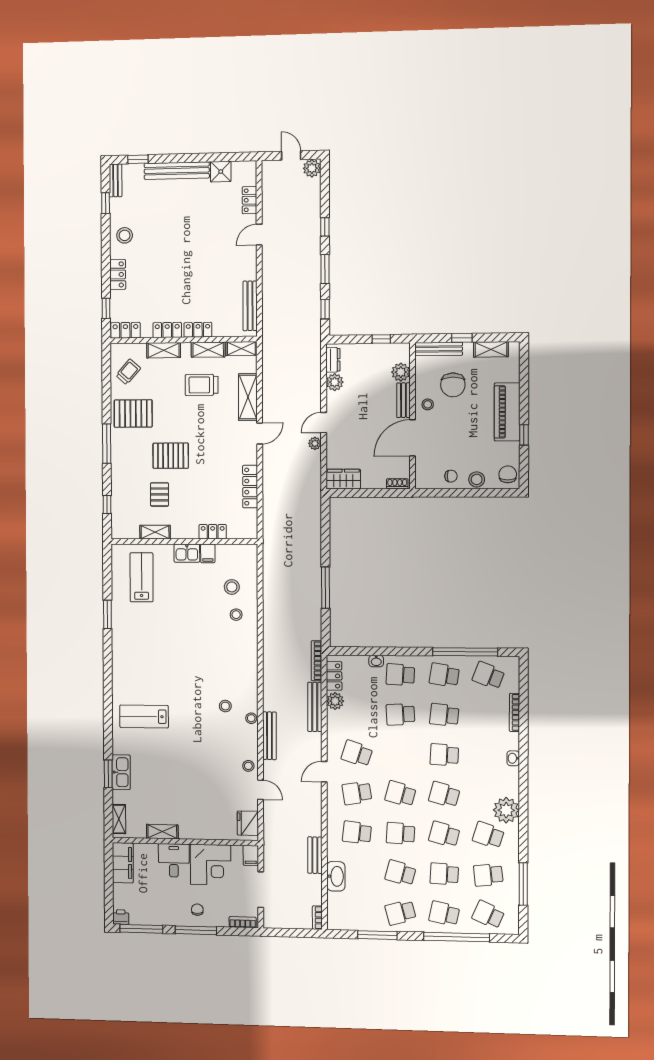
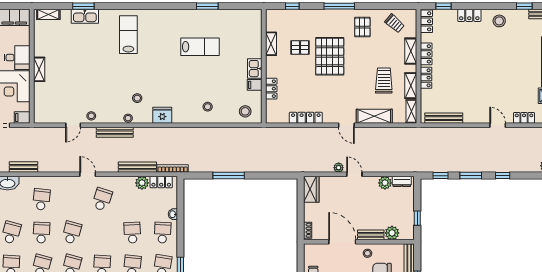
pallet: (133, 414) -> (362, 27), width x0.67, depth x0.71
pallet: (171, 456) -> (330, 56), width x1.37, depth x1.41
lab bench: (141, 577) -> (200, 47), moved
stool: (232, 587) -> (245, 111), moved
school desk: (357, 793) -> (72, 199), removed
fridge: (248, 823) -> (162, 115), moved
shelving: (162, 832) -> (39, 69), moved

